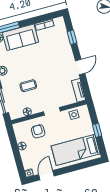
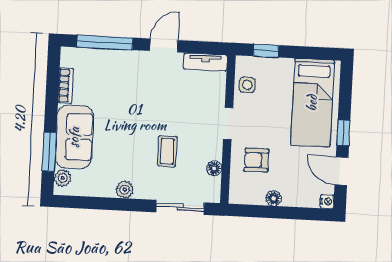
window: (72, 37) -> (105, 42), width x2.17
door: (80, 67) -> (164, 45), hinge flipped
window: (97, 130) -> (266, 51), moved
window: (66, 170) -> (343, 133), added

